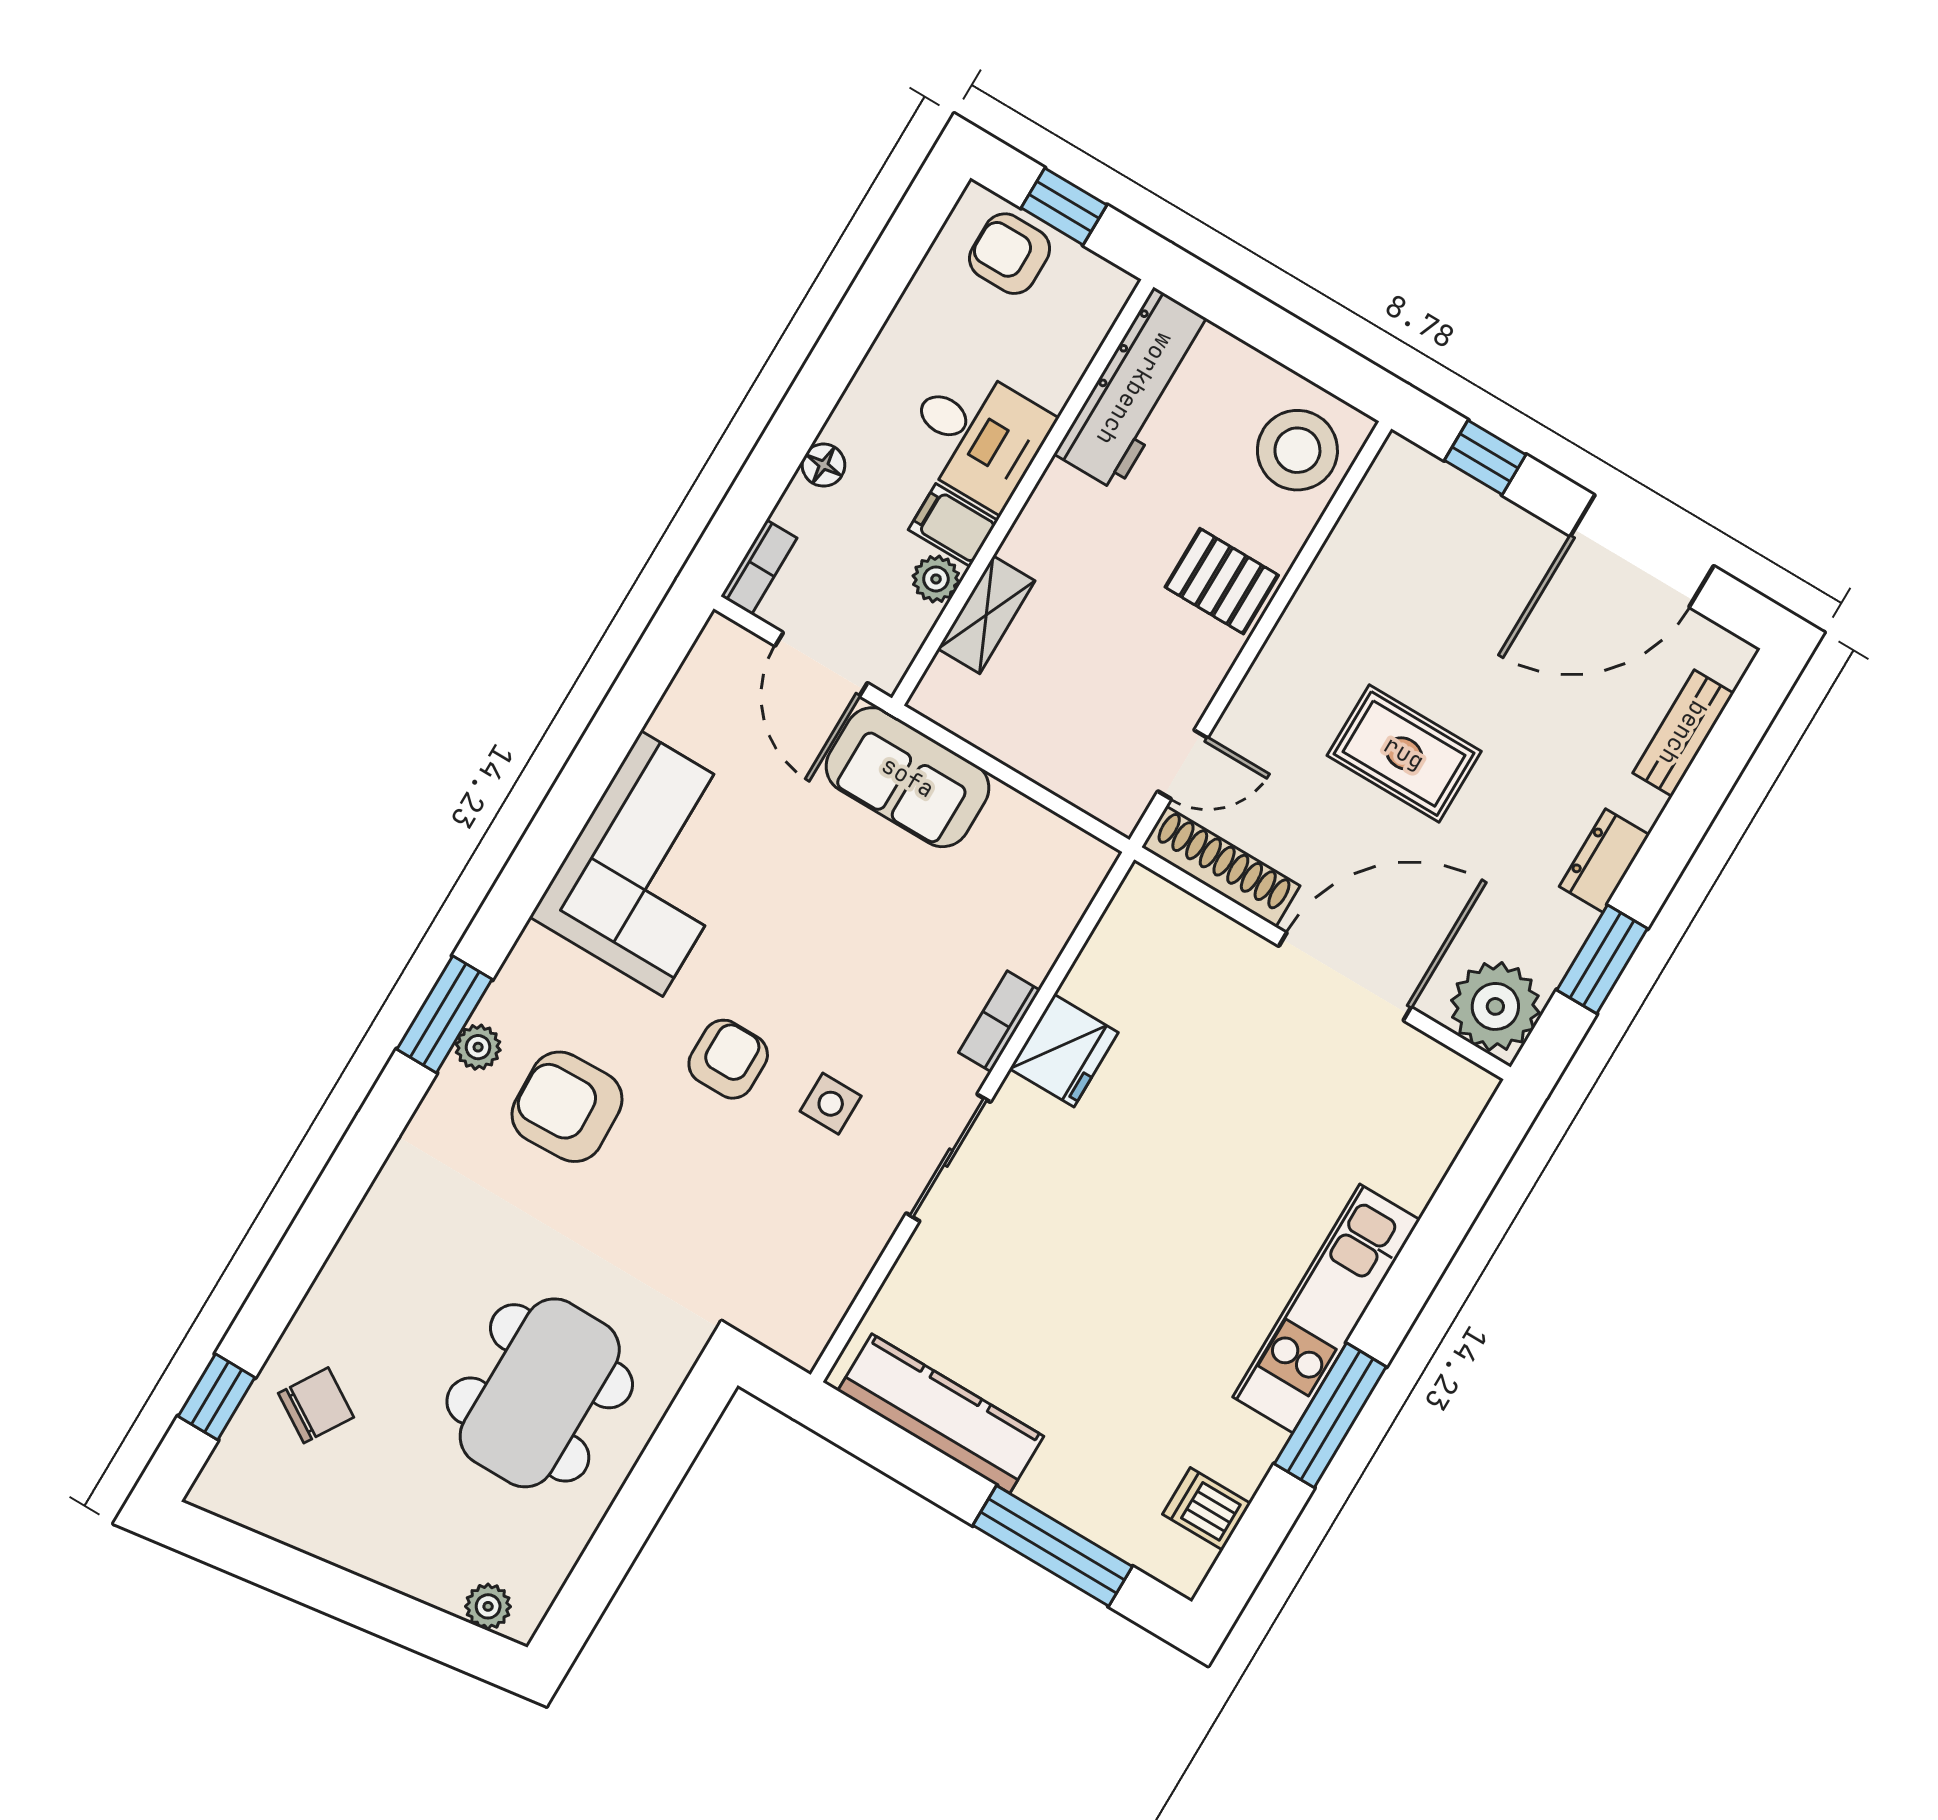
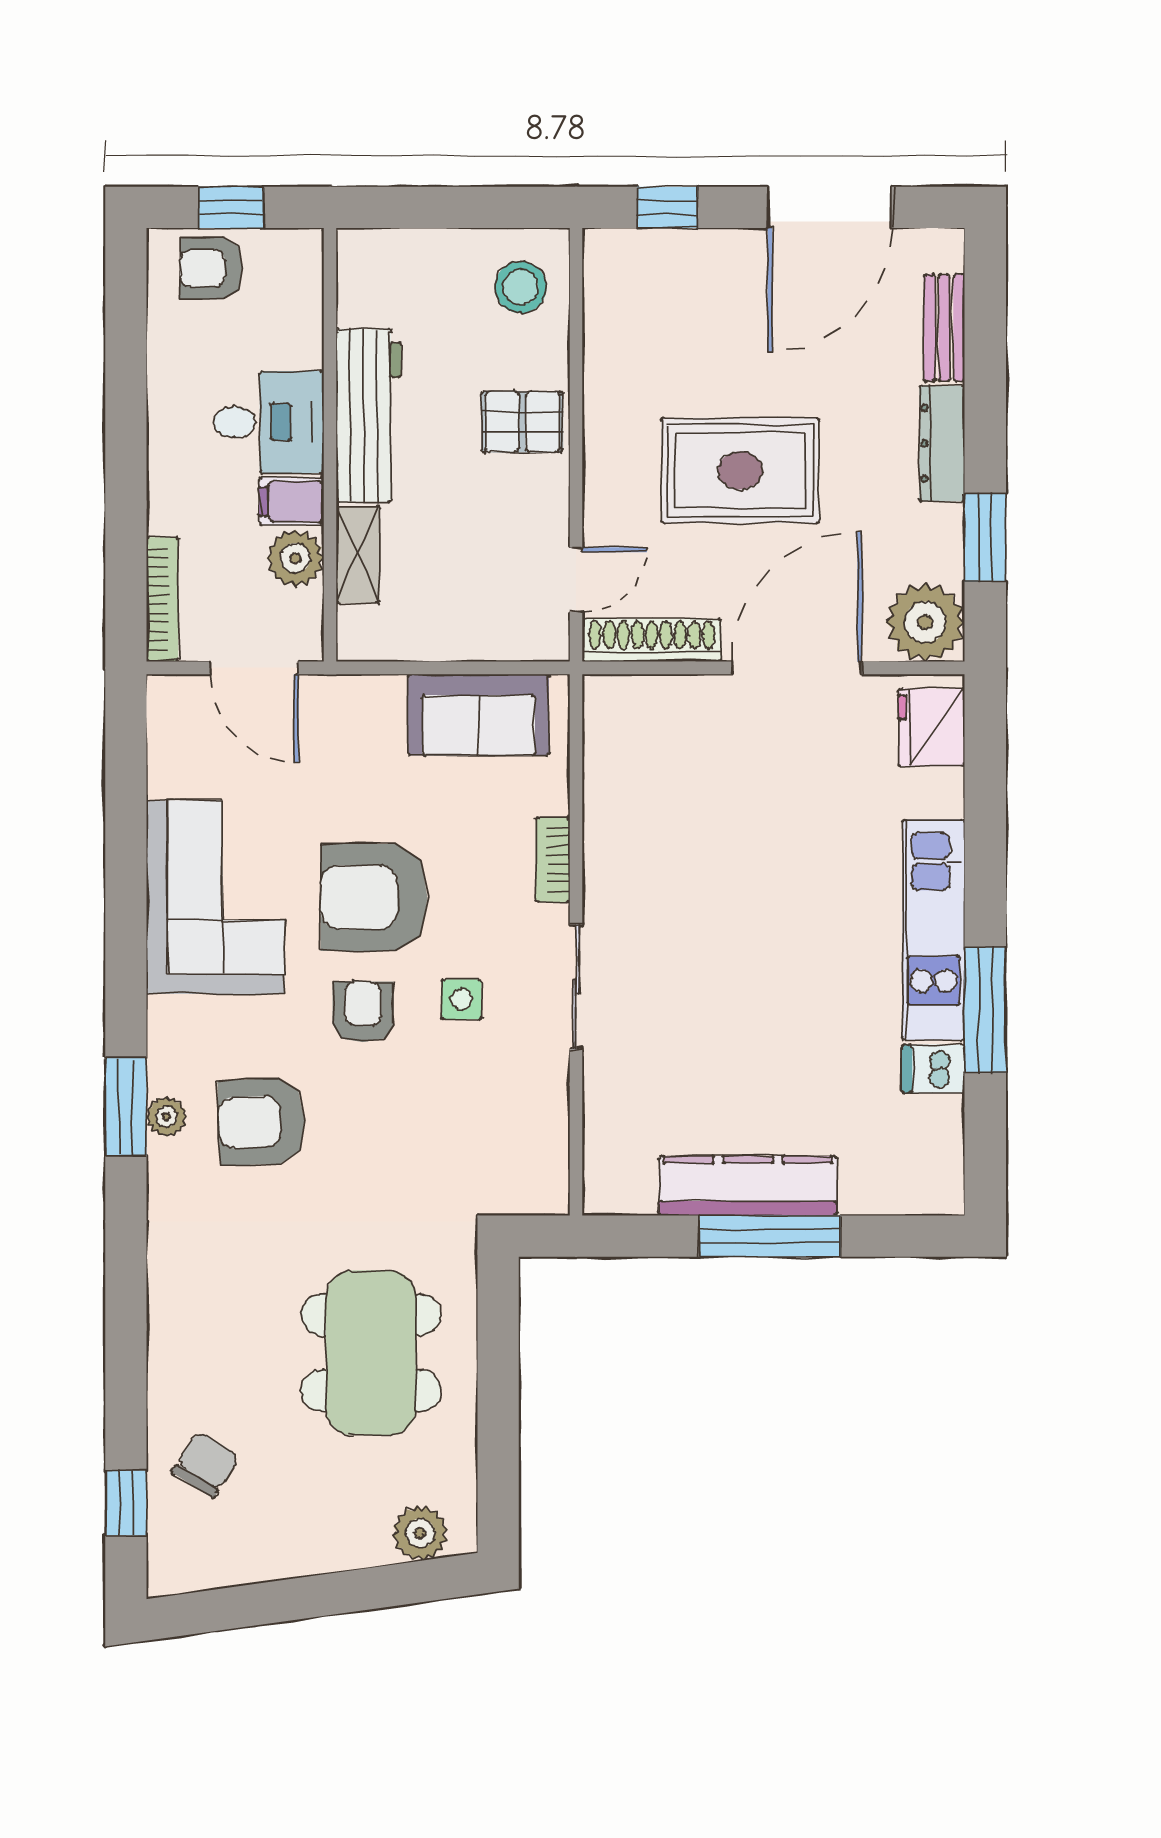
workbench: (1135, 389) -> (369, 416), moved
stool: (1297, 450) -> (521, 287), width x0.73, depth x0.73
floor lamp: (823, 465) -> (165, 515), removed
bookcase: (759, 567) -> (162, 600), width x1.56
plant: (936, 579) -> (295, 558), width x1.38, depth x1.38
rug: (1404, 753) -> (740, 470), width x1.36, depth x1.43
sofa: (908, 777) -> (479, 715), moved
dresser: (1604, 861) -> (942, 443), width x1.44
armchair: (805, 955) -> (374, 898), added
fridge: (1064, 1051) -> (931, 727), moved, turned 180
kitchen counter: (941, 1413) -> (748, 1186), moved
dishwasher: (1207, 1509) -> (933, 1069), moved
window: (1053, 1546) -> (770, 1236), moved
plant: (488, 1606) -> (420, 1533), width x1.38, depth x1.38

